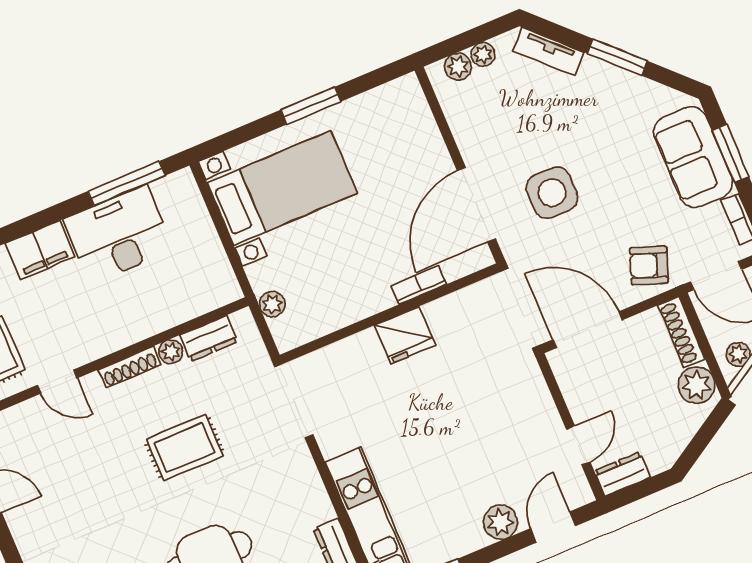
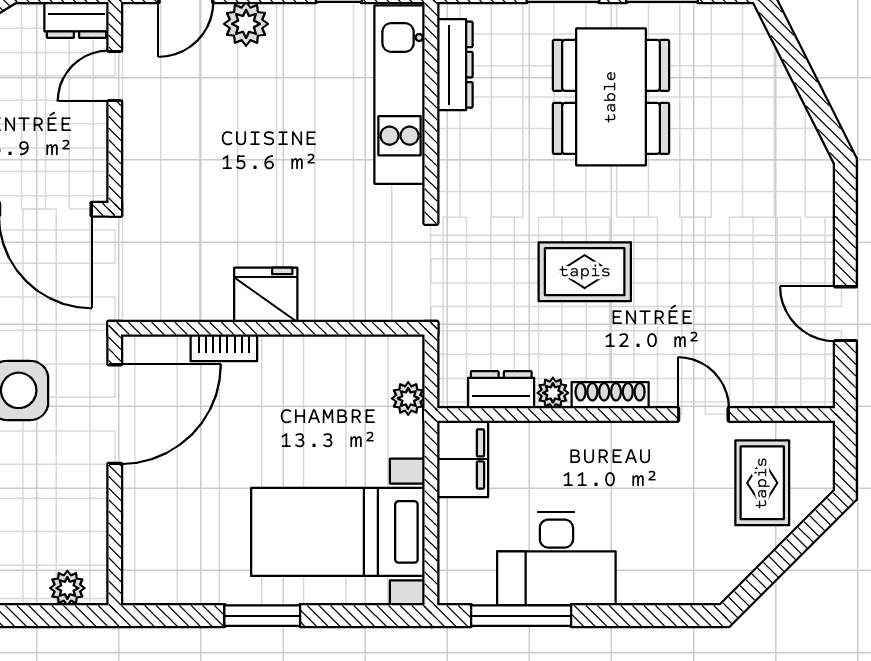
plant: (483, 54) -> (31, 590), removed
filing cabinet: (40, 250) -> (463, 459), moved, turned 90

